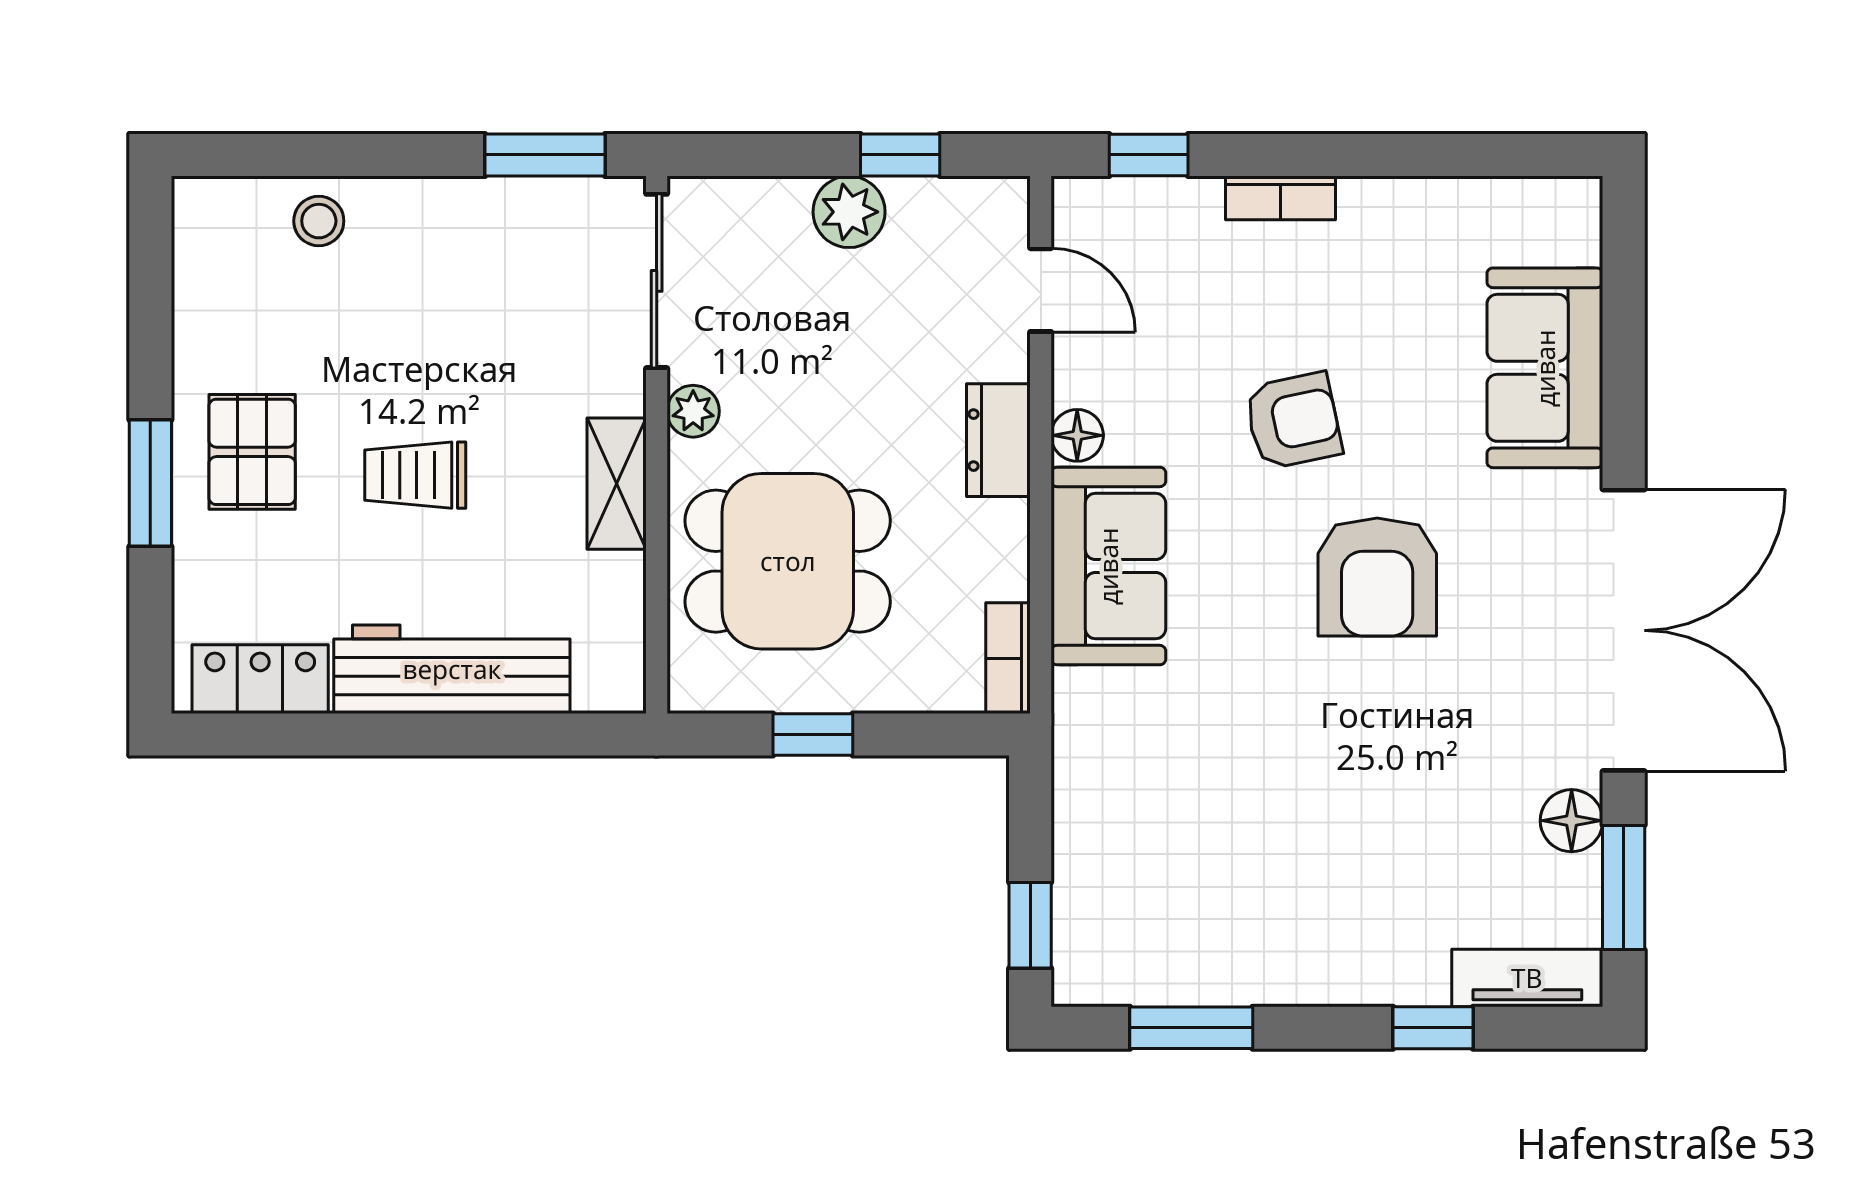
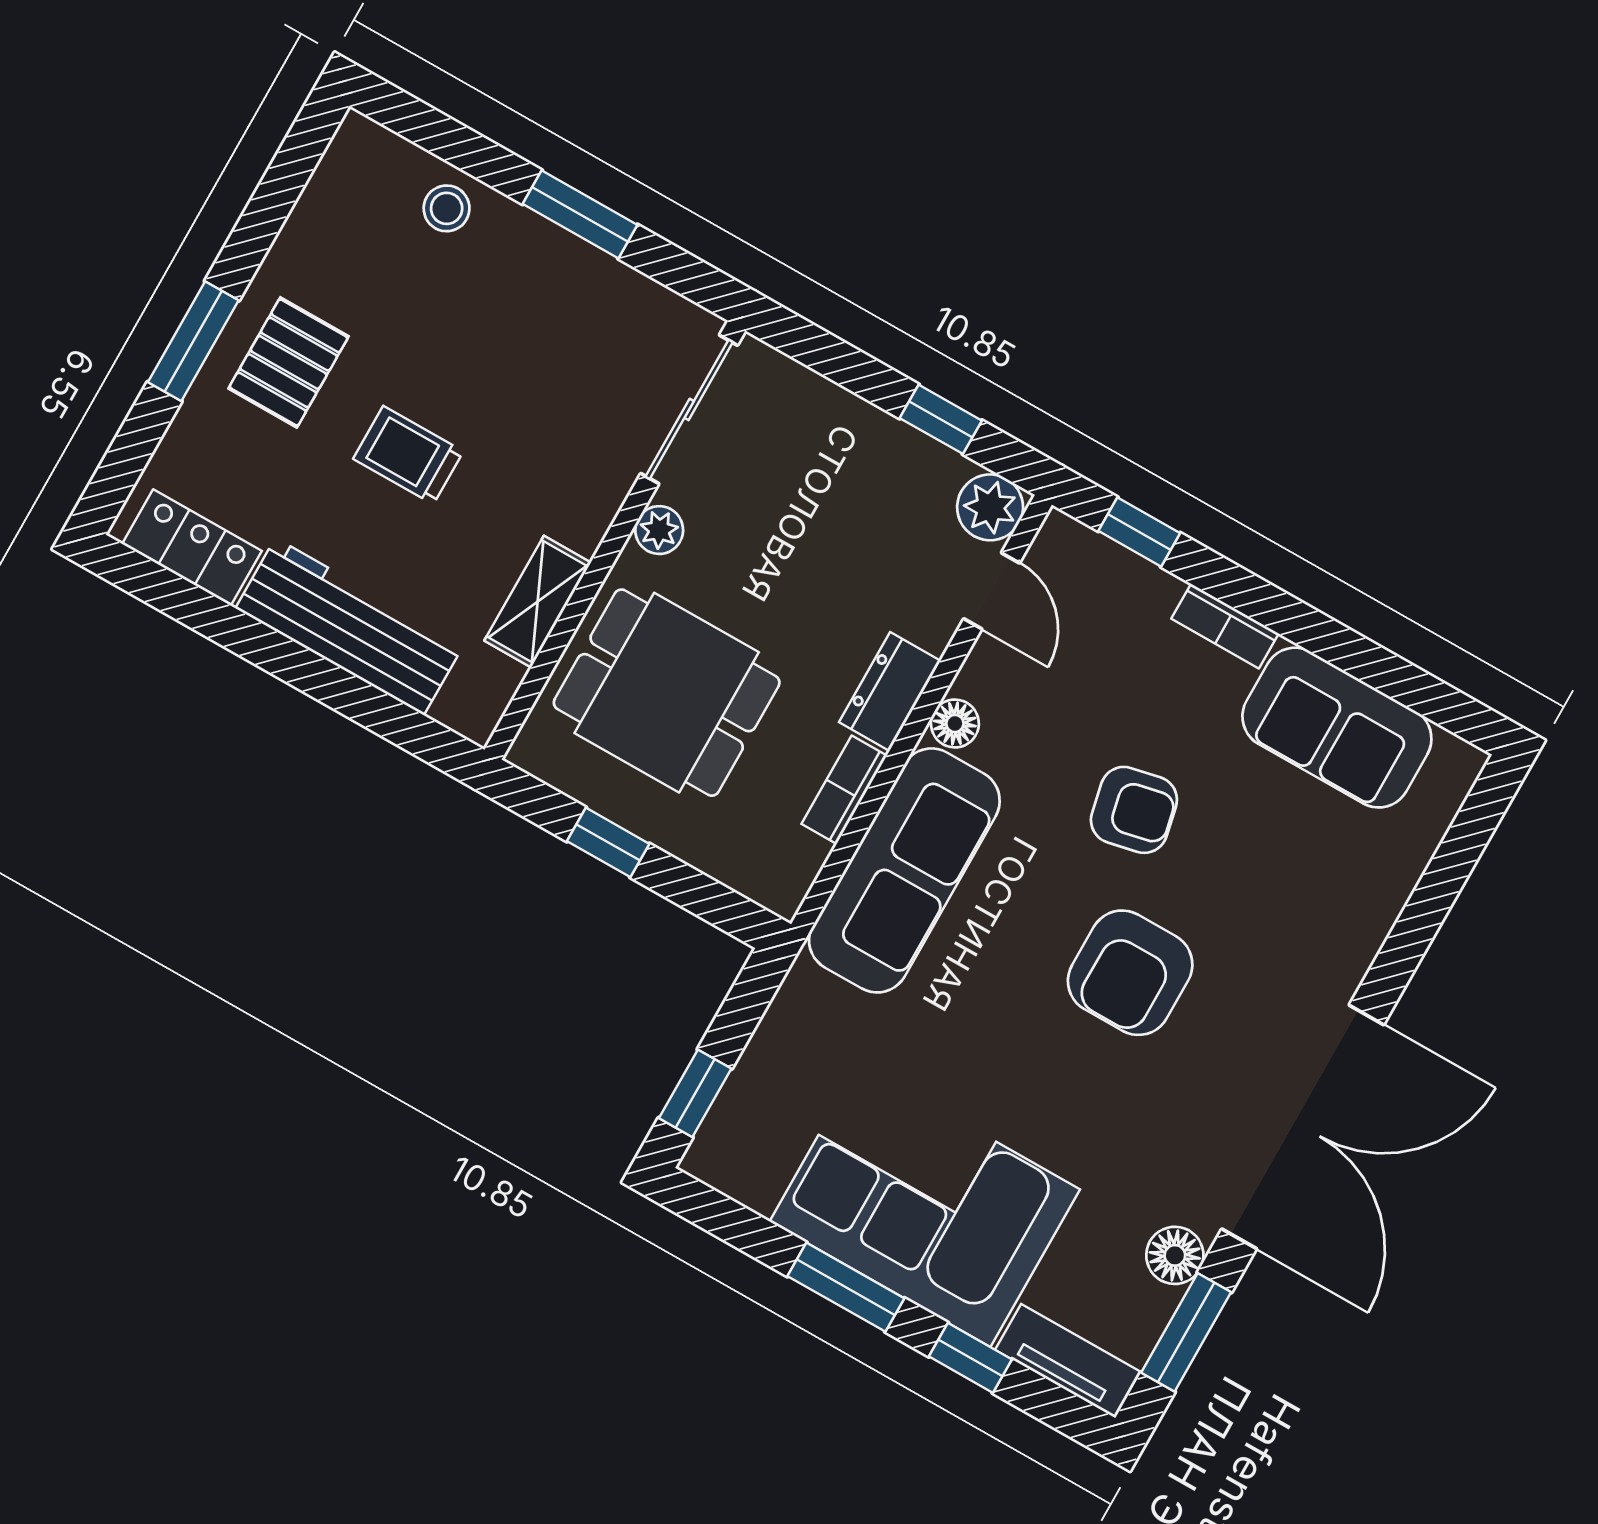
window: (545, 155) -> (580, 214), moved
plant: (849, 212) -> (990, 507), moved
sofa: (1545, 368) -> (1337, 728), moved, turned -90
shelving: (617, 484) -> (538, 602), moved
sofa: (1108, 566) -> (904, 870), width x1.36
bookcase: (1008, 658) -> (844, 790), moved
corner sofa: (1308, 908) -> (925, 1205), added
window: (1191, 1028) -> (846, 1287), moved

